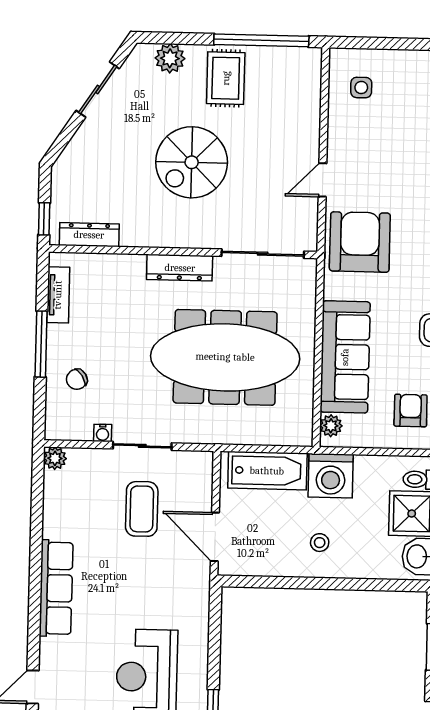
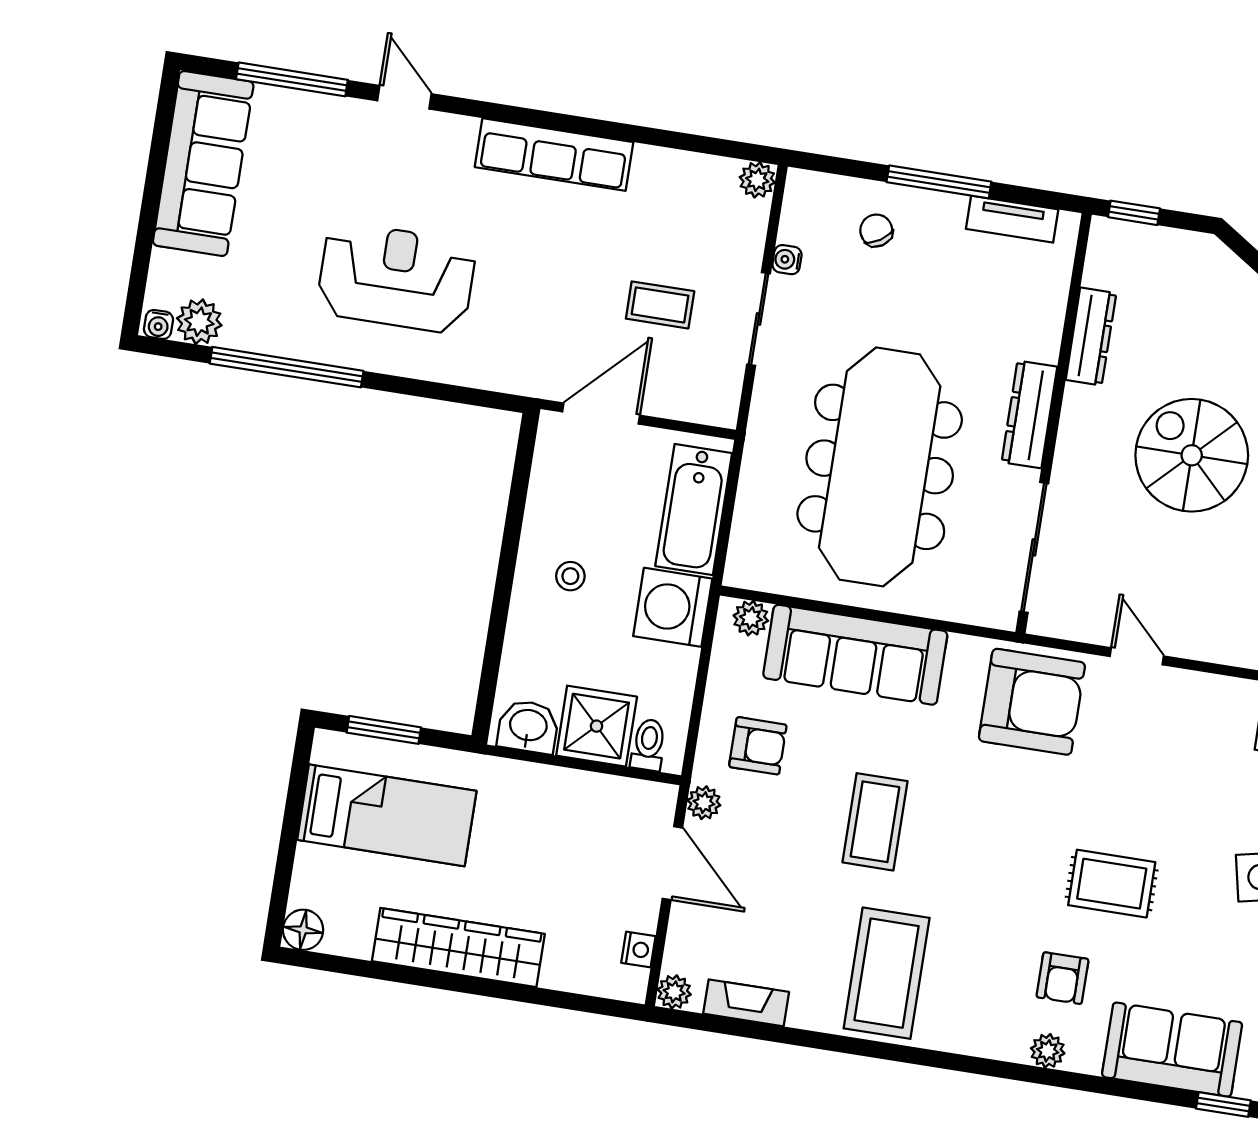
dresser: (89, 235) -> (1091, 337), moved
coffee table: (142, 509) -> (660, 305), width x0.73, depth x0.77

